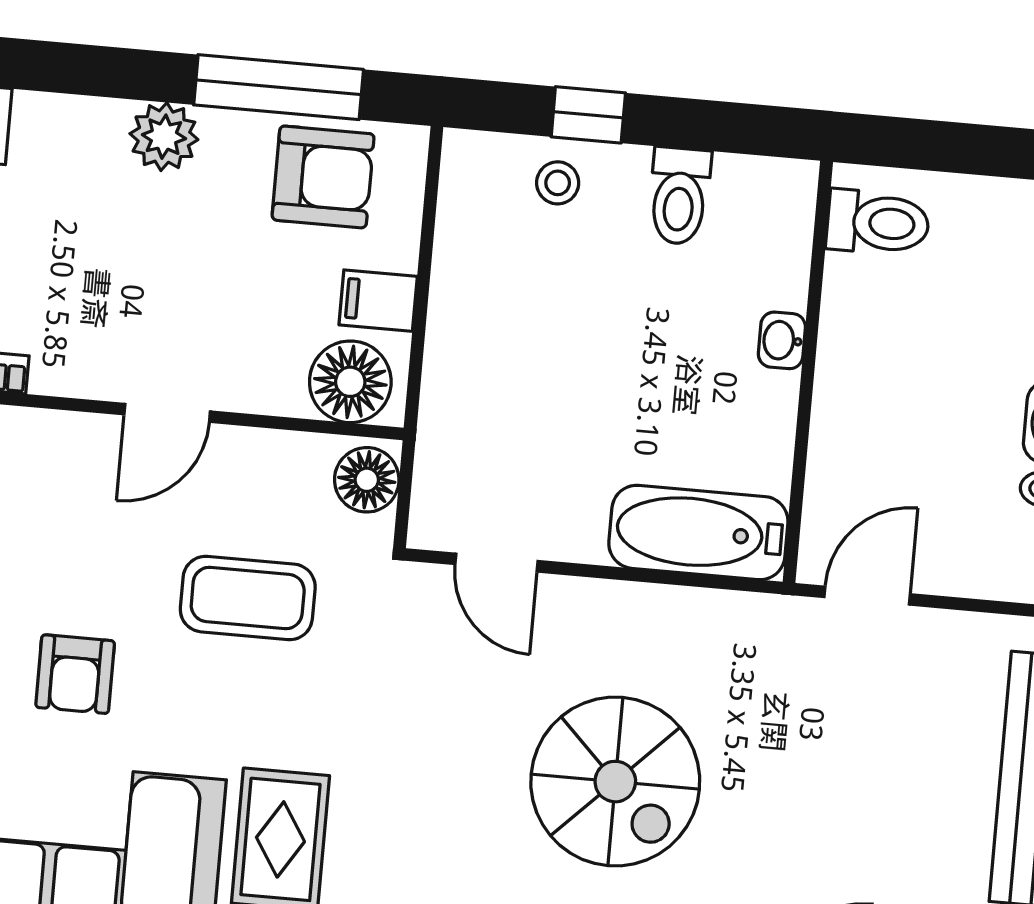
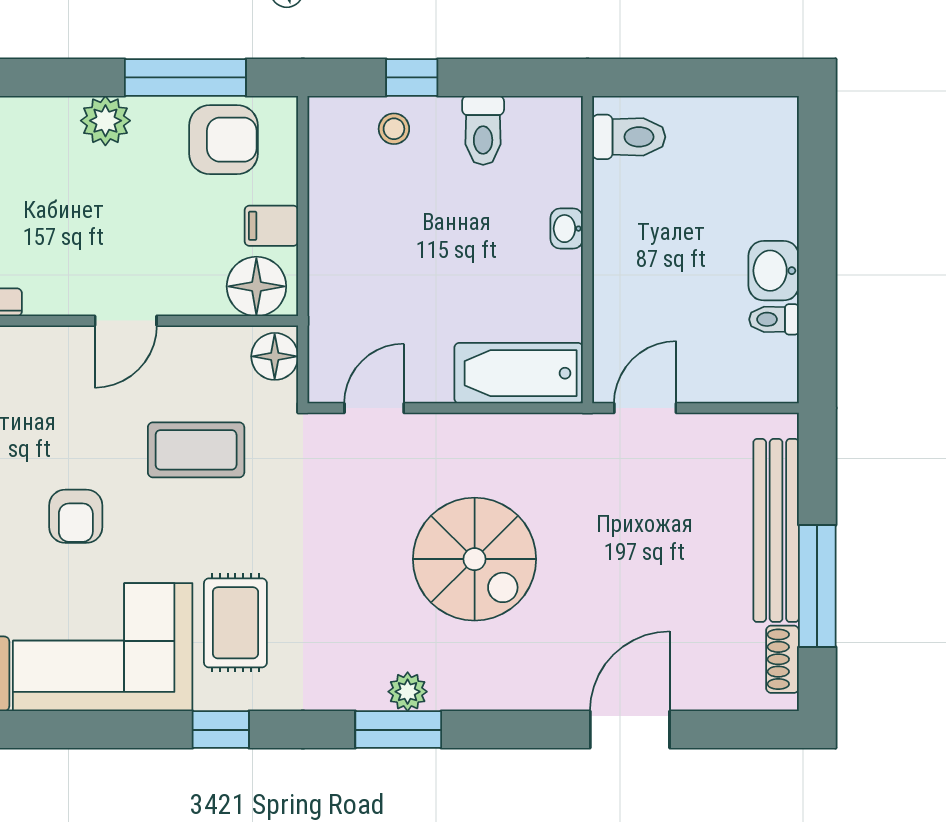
door: (496, 563) -> (374, 408), swing flipped

